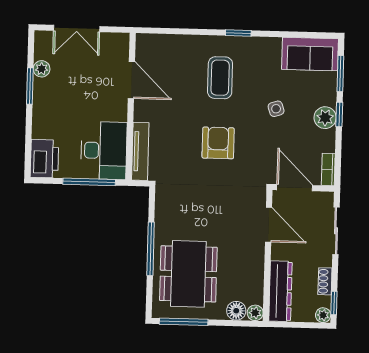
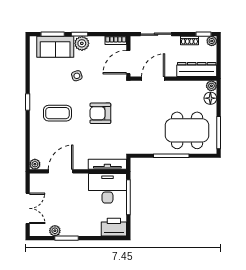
plant: (143, 41) -> (35, 164), added
sofa: (310, 54) -> (55, 47), moved, turned 90

